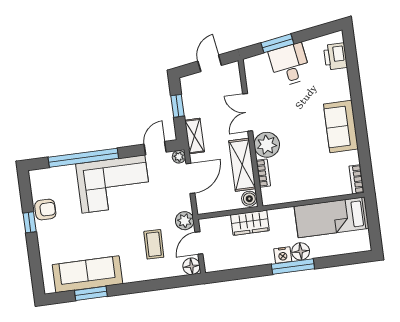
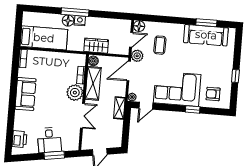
window: (178, 106) -> (126, 129), removed
window: (83, 158) -> (193, 109), width x0.32
door: (190, 178) -> (129, 71), moved
armchair: (45, 210) -> (213, 94), moved

